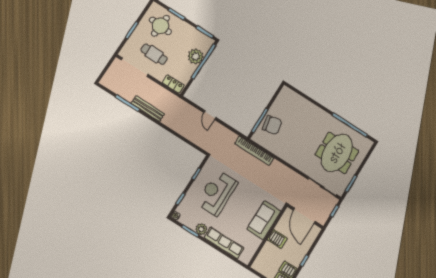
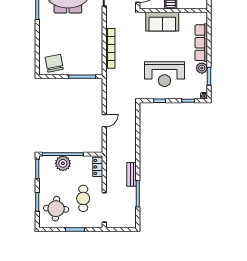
bench: (148, 109) -> (132, 174), width x0.73
chair: (272, 125) -> (54, 63), moved
bookcase: (254, 151) -> (110, 48), moved

